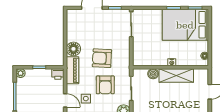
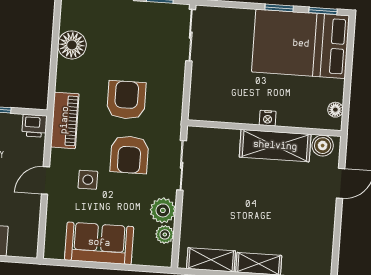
floor lamp: (73, 49) -> (72, 45), moved
armchair: (102, 58) -> (126, 100), turned 87
boiler: (153, 74) -> (323, 146), moved
door: (65, 100) -> (45, 180), swing flipped

